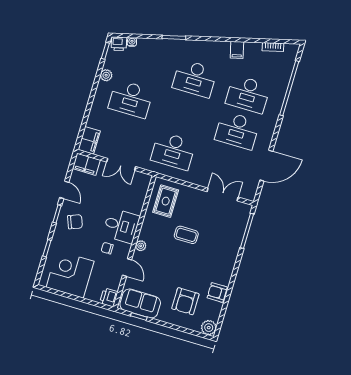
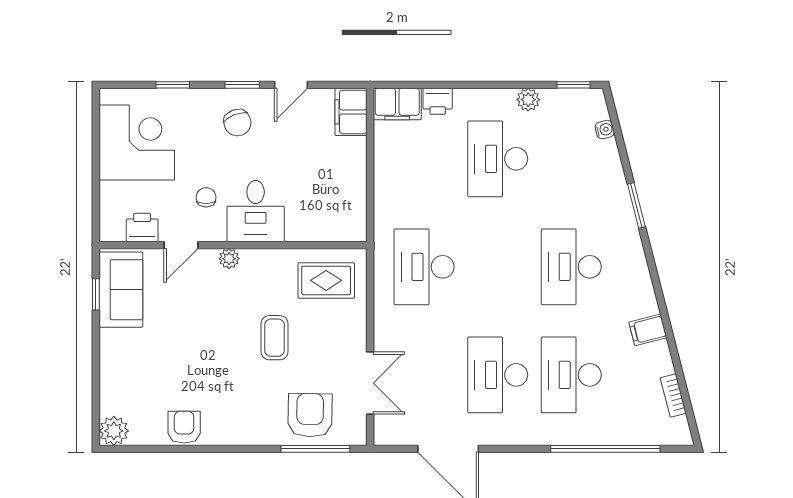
printer: (119, 44) -> (438, 101), moved, turned -76
double door: (121, 164) -> (370, 177), removed
printer: (109, 297) -> (142, 227), moved
armchair: (185, 301) -> (310, 415), moved, turned 91

